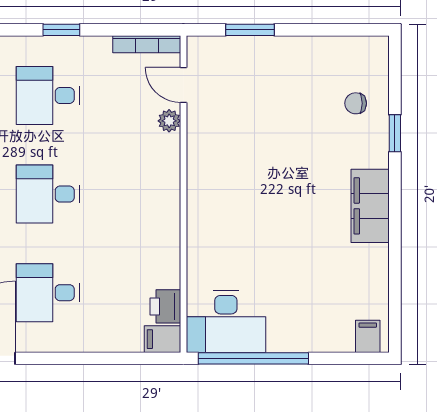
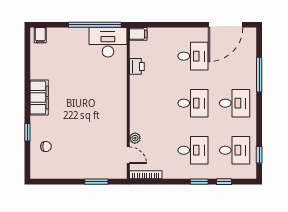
window: (61, 30) -> (199, 182), moved
printer: (165, 306) -> (137, 66), moved

